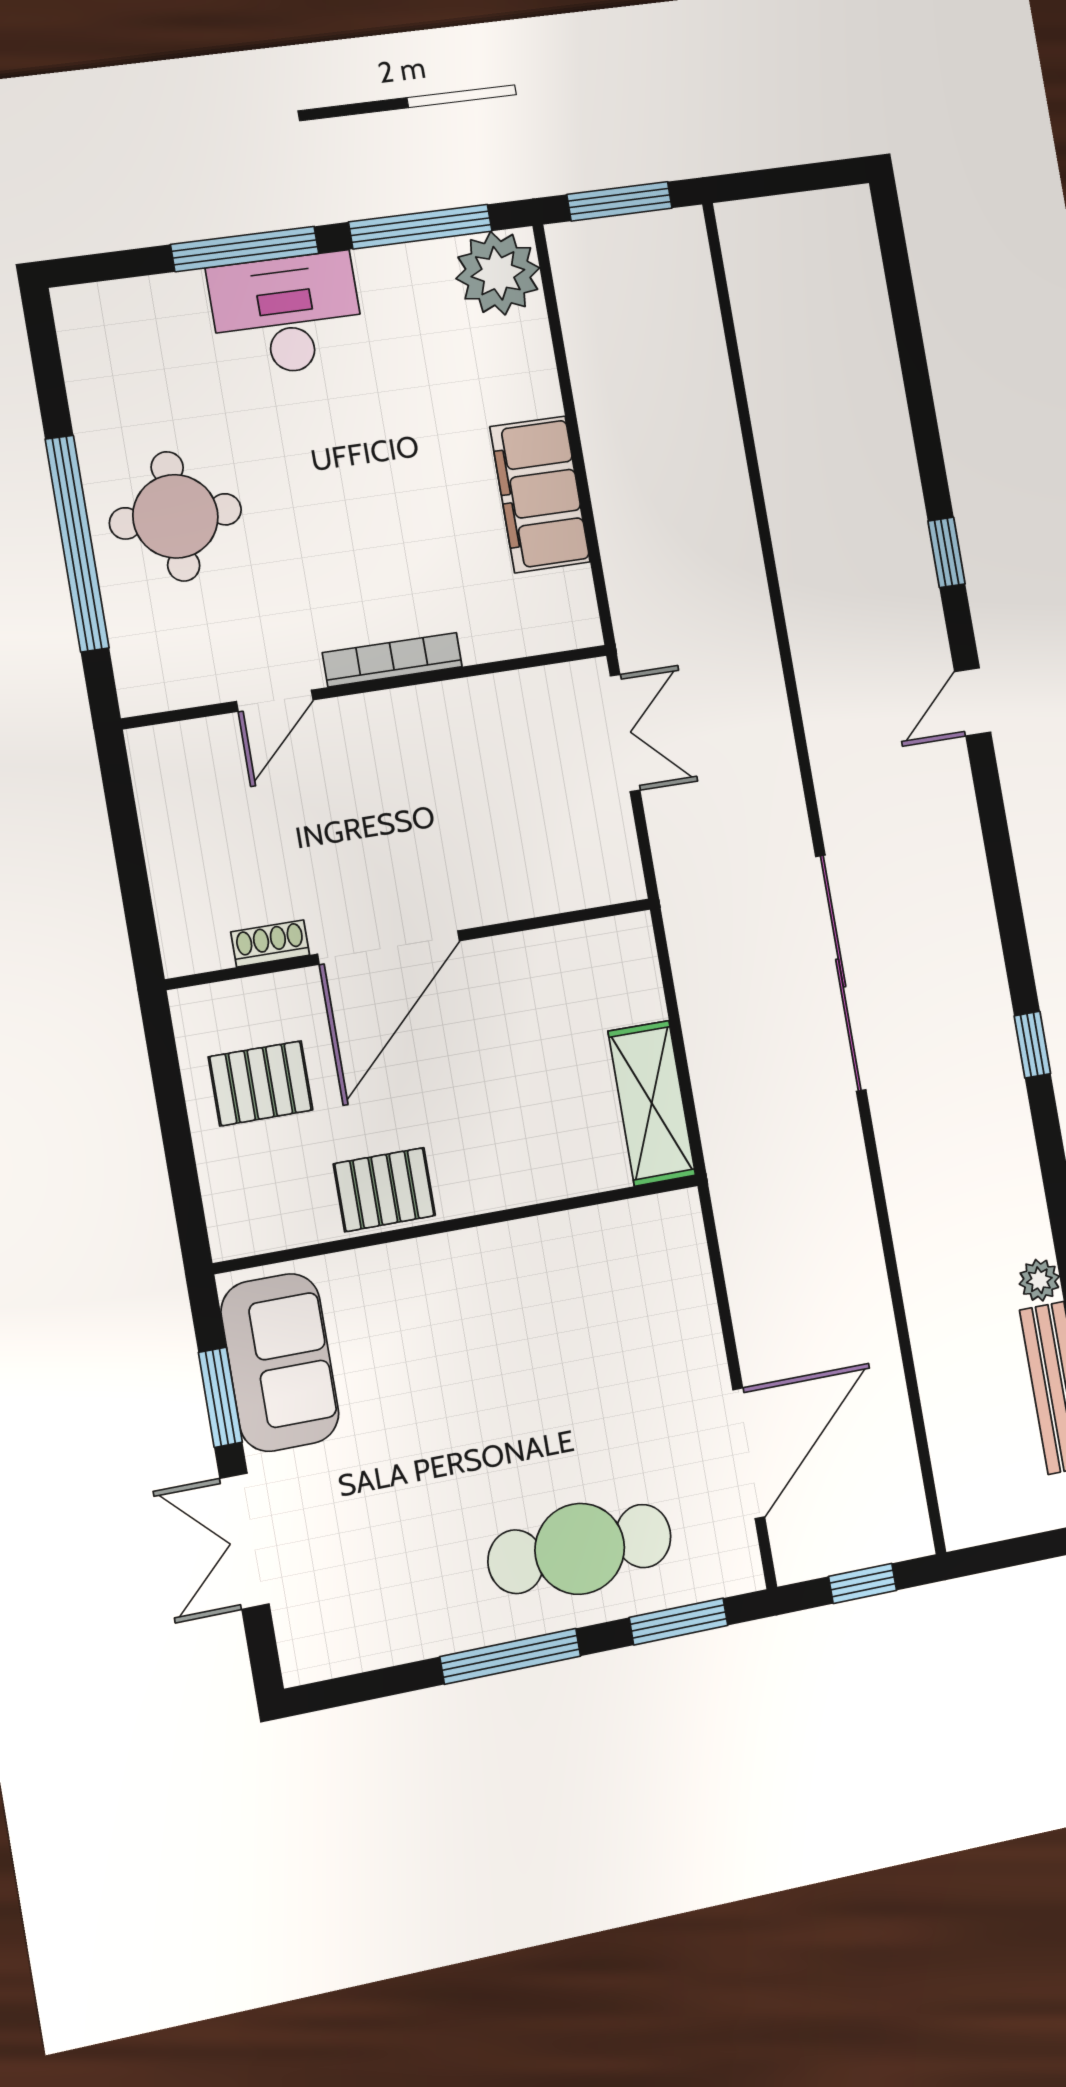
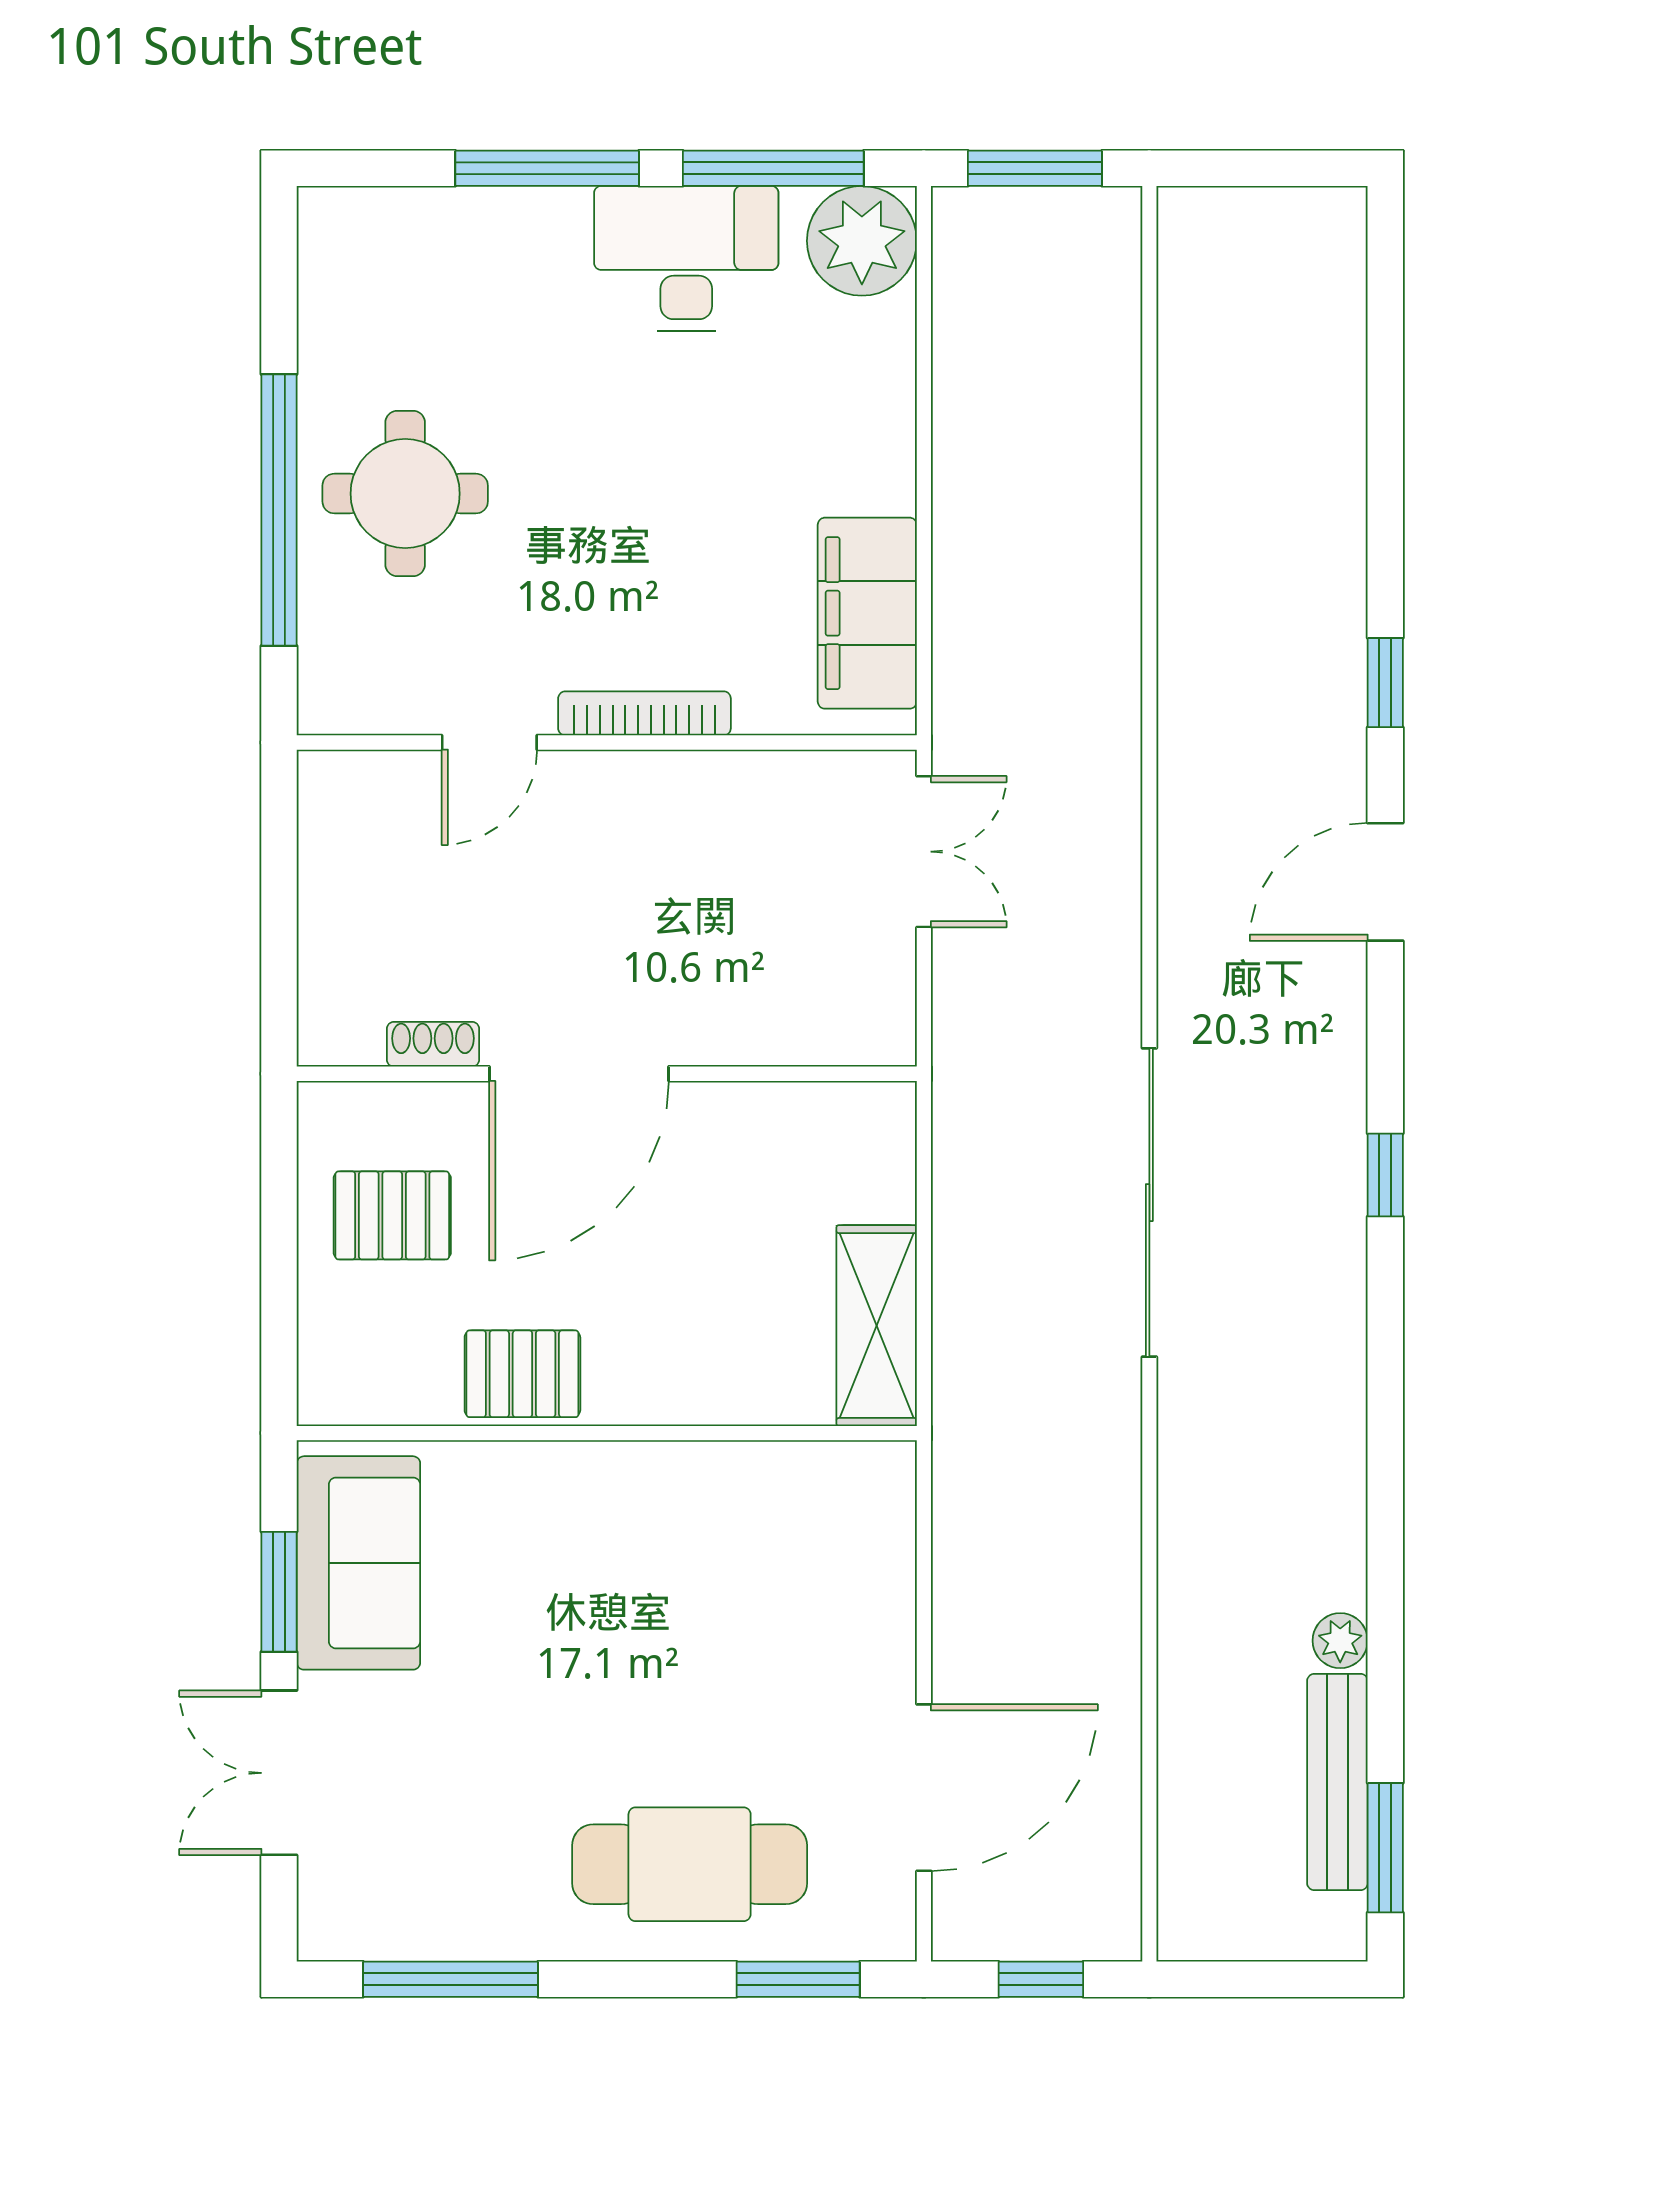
desk: (287, 315) -> (686, 258), moved
filing cabinet: (540, 494) -> (867, 613), moved
door: (973, 702) -> (1385, 882), width x1.37
window: (1032, 1045) -> (1385, 1175), moved
window: (510, 1656) -> (450, 1979), moved

